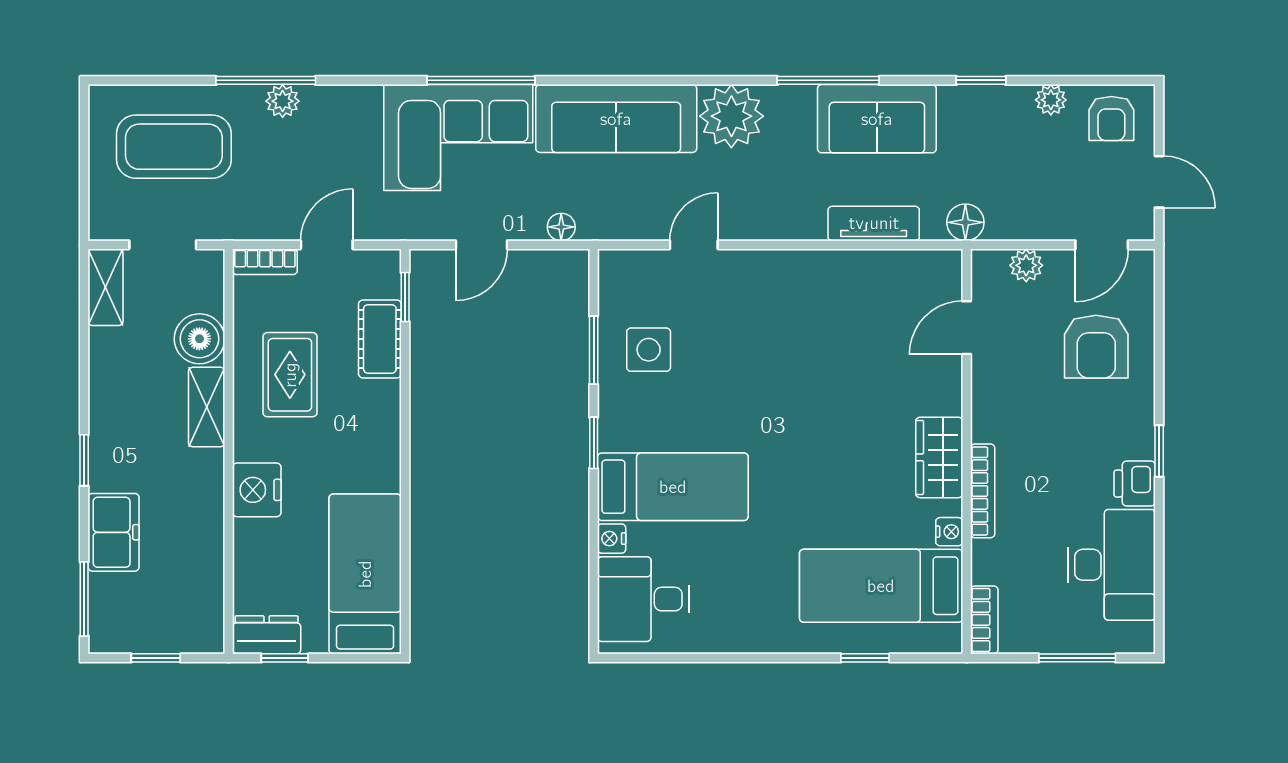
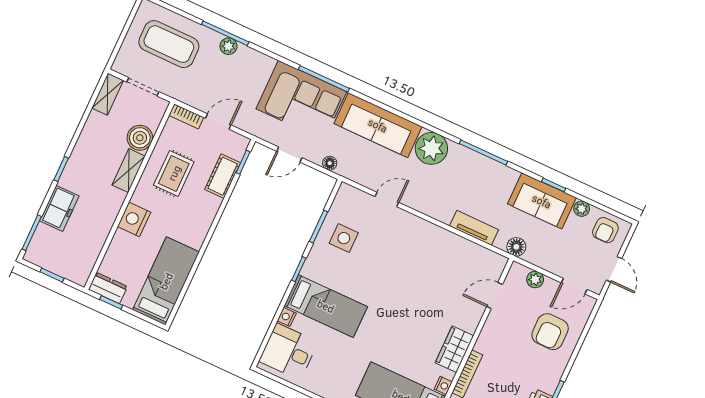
sofa: (877, 119) -> (542, 201), moved

